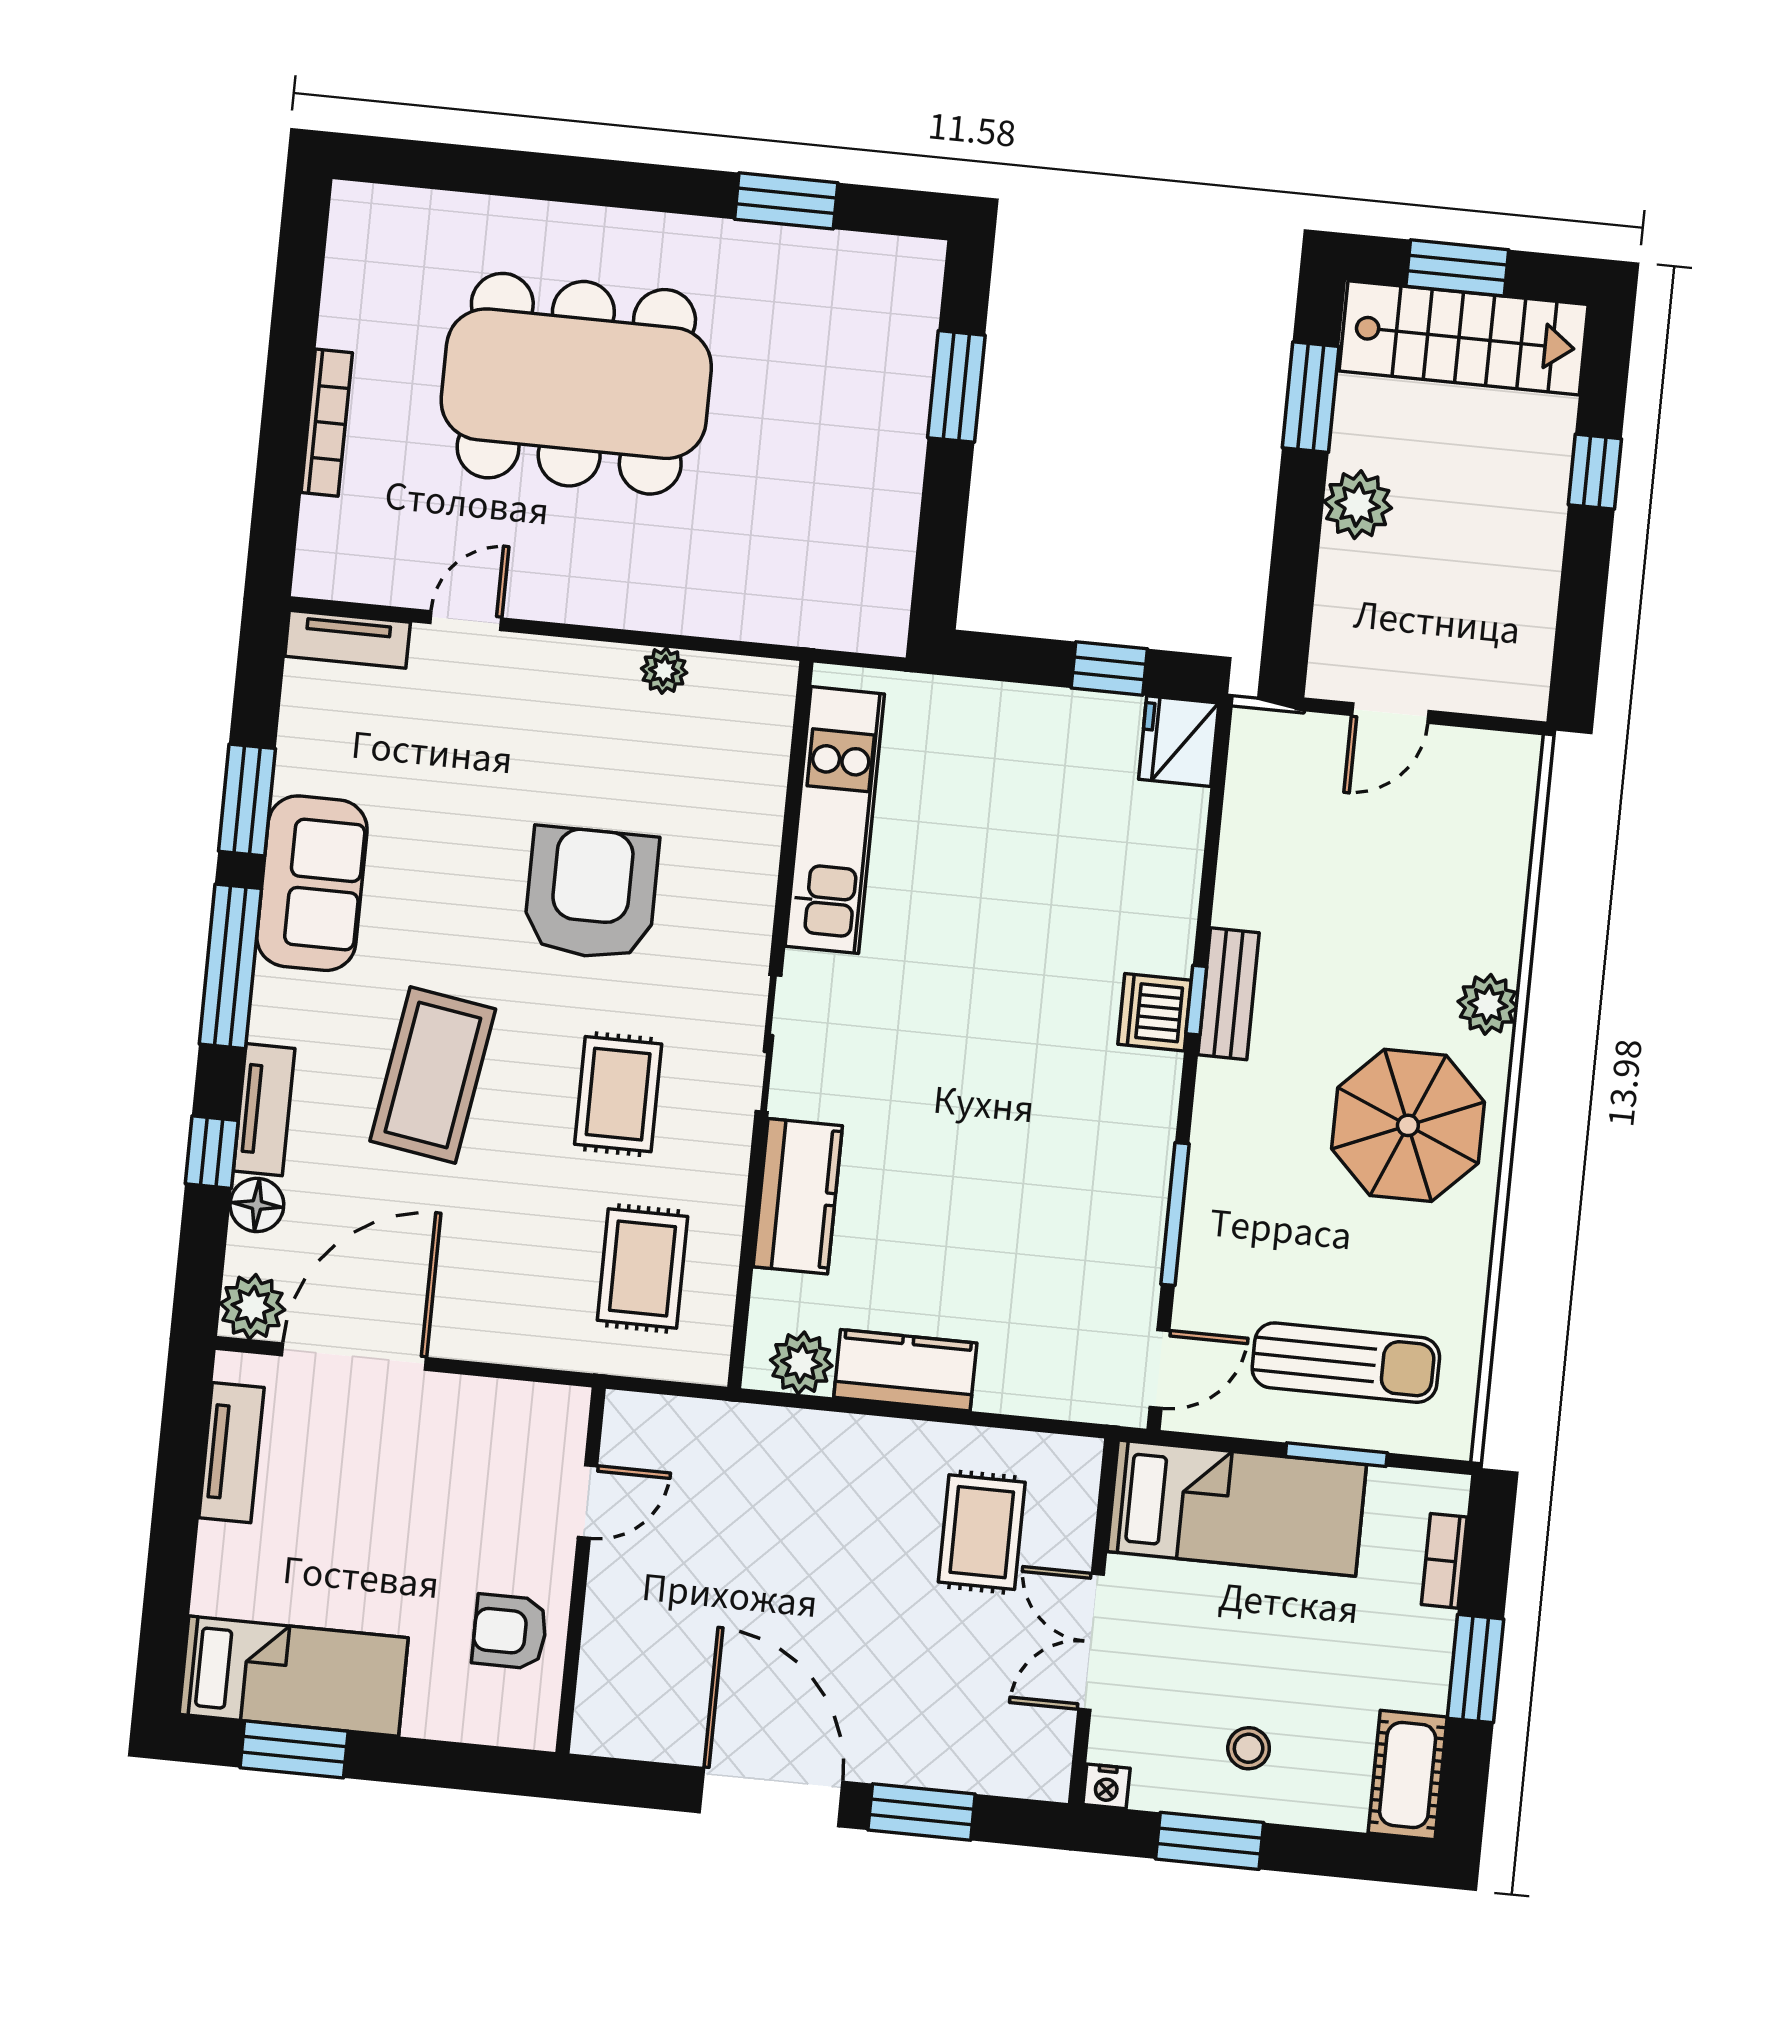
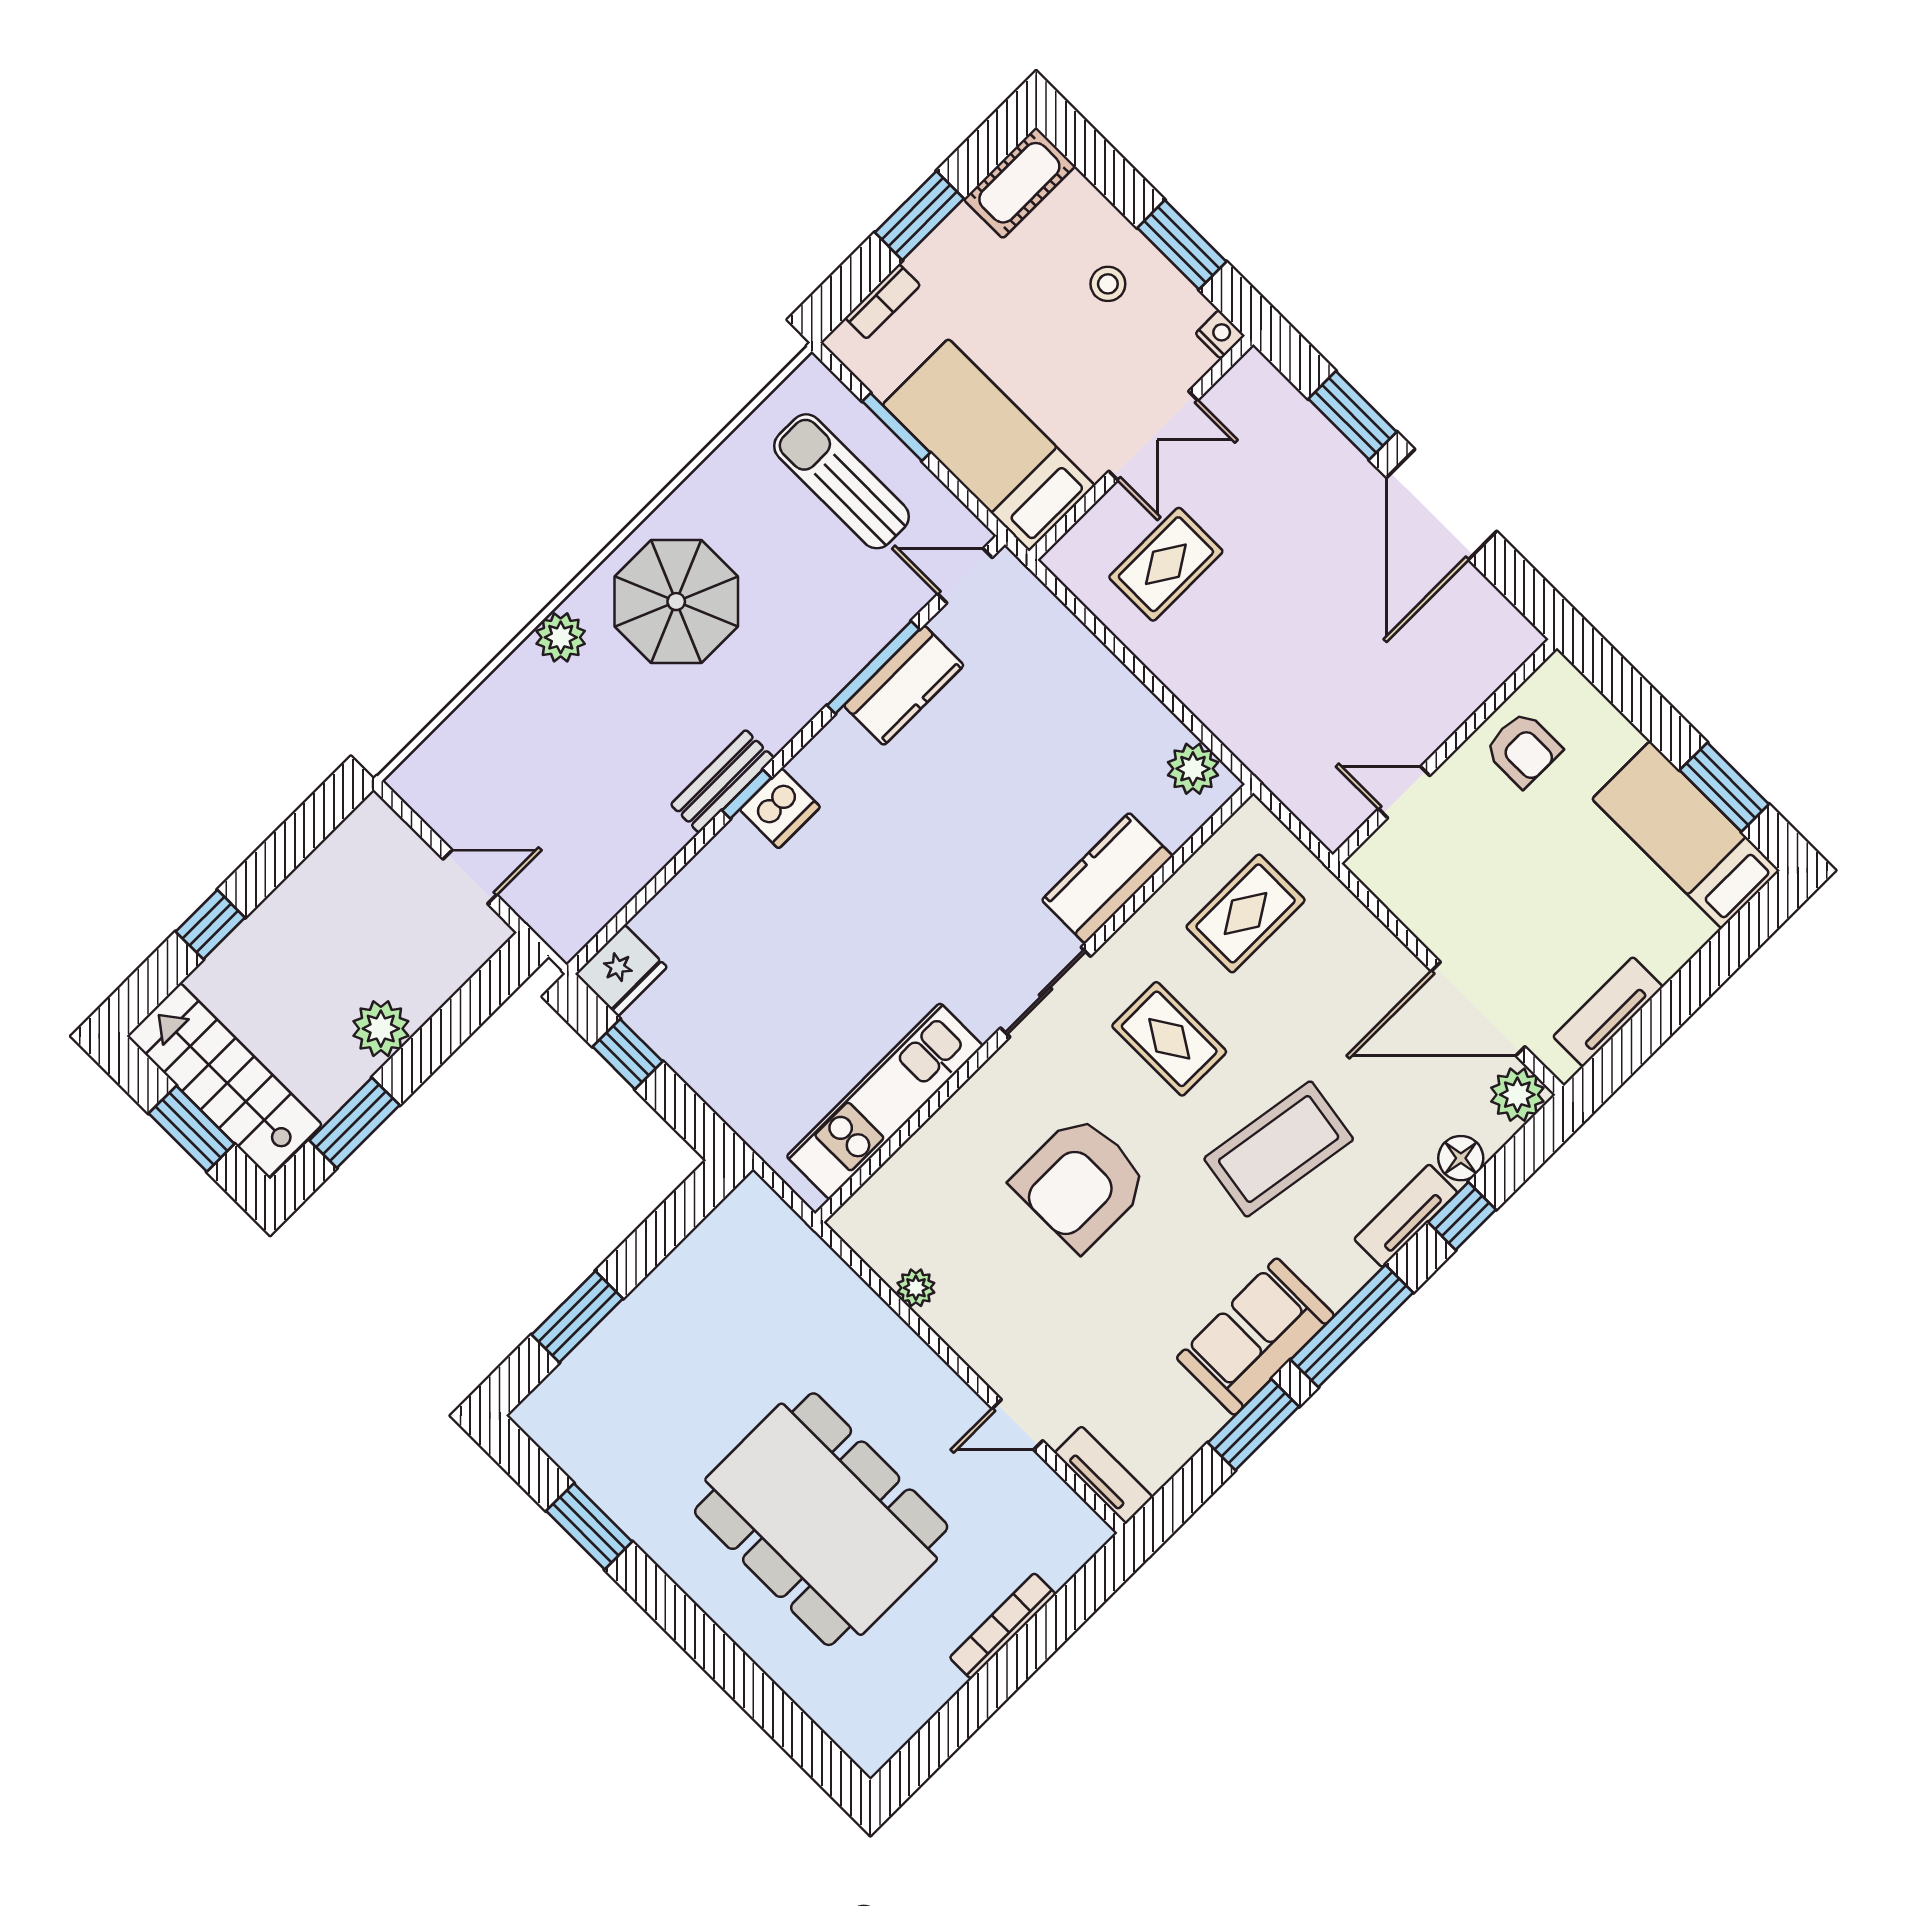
rug: (618, 1094) -> (1169, 1039), turned 90
kitchen counter: (905, 1370) -> (904, 685), moved, turned -90

